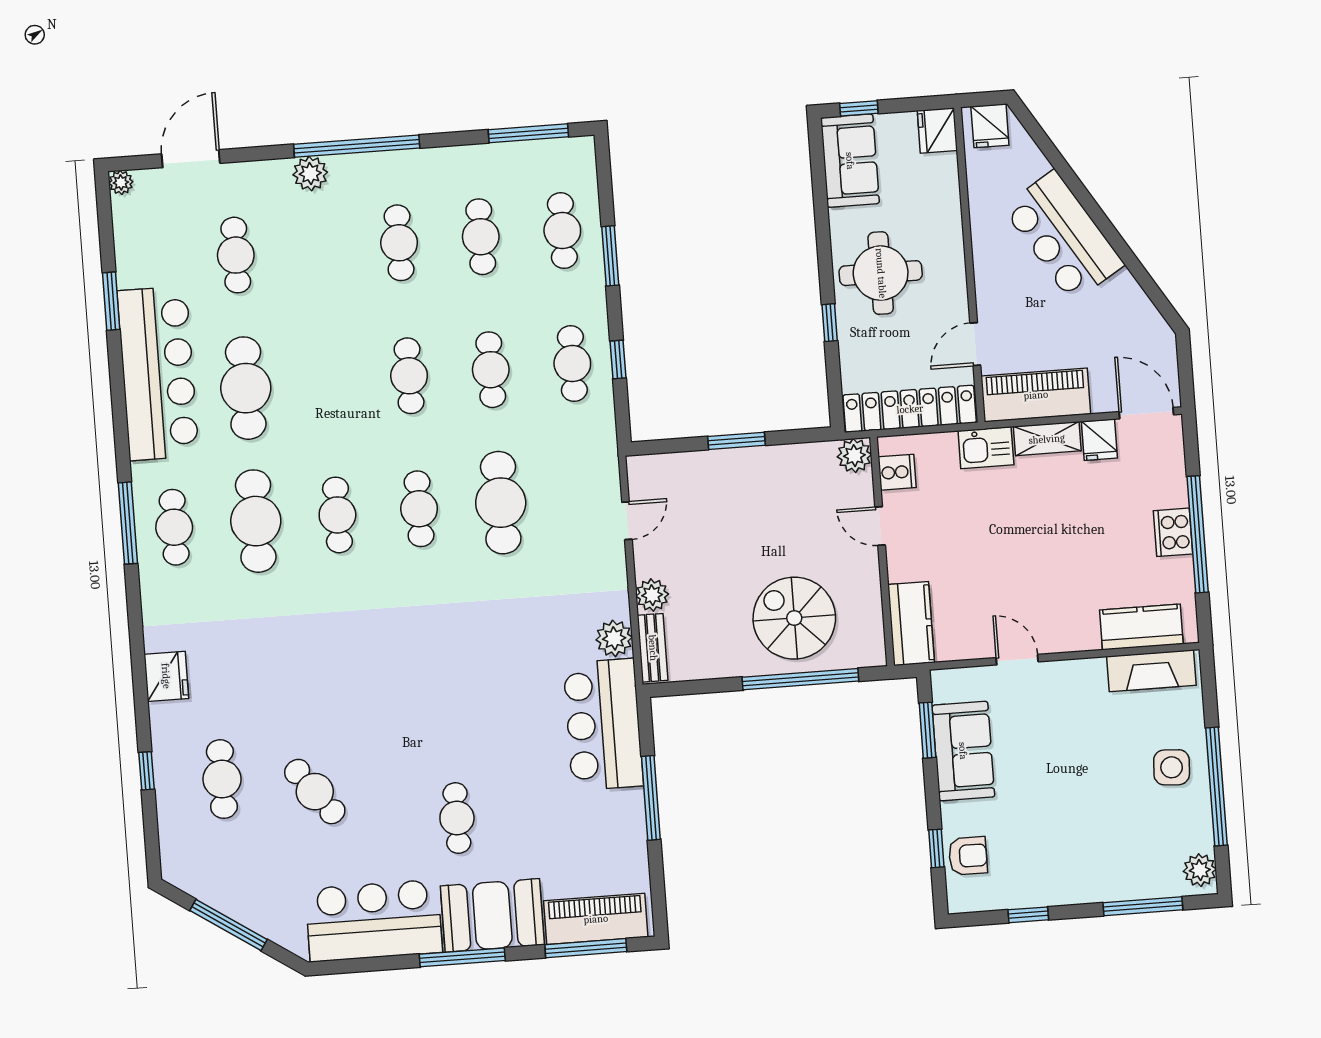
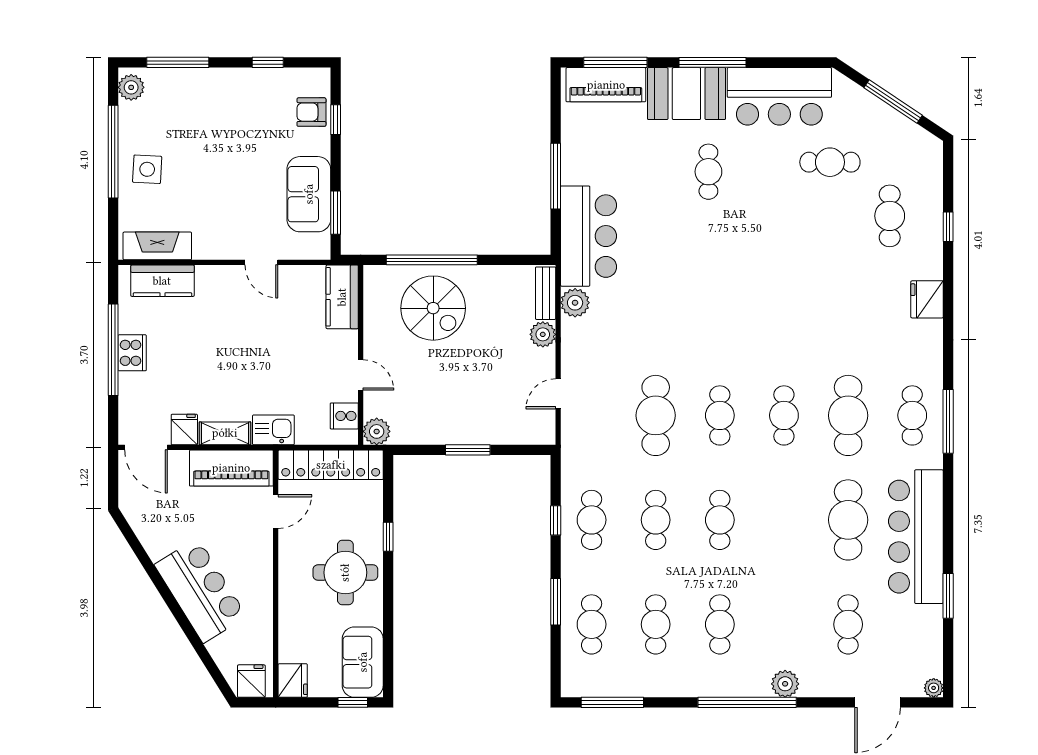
cafe table: (315, 792) -> (830, 162), moved, turned -53

